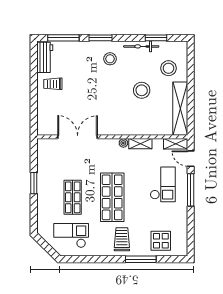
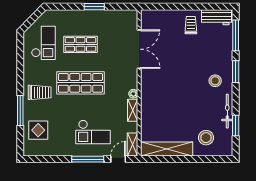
stool: (142, 90) -> (185, 111), removed

